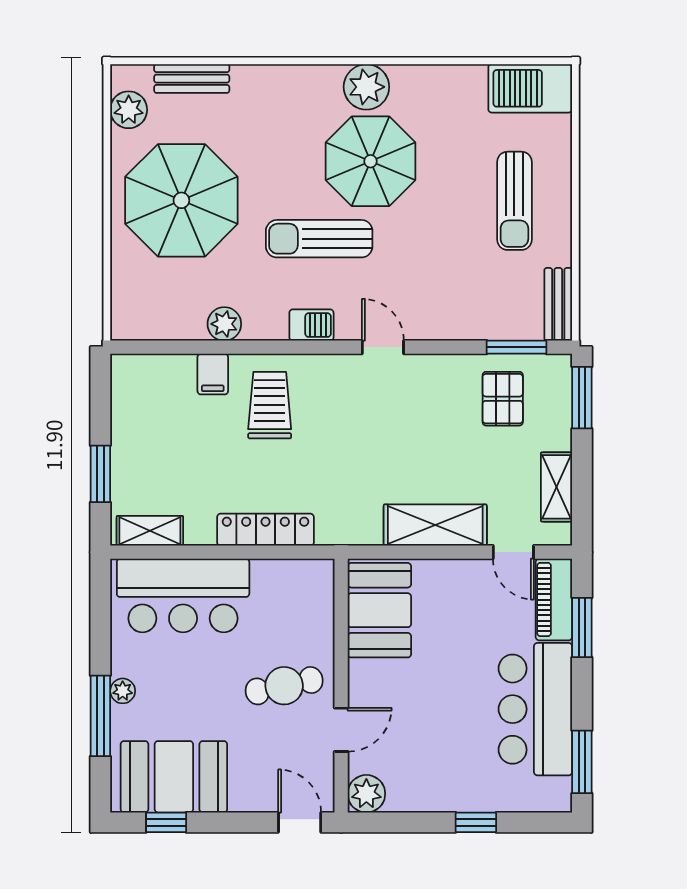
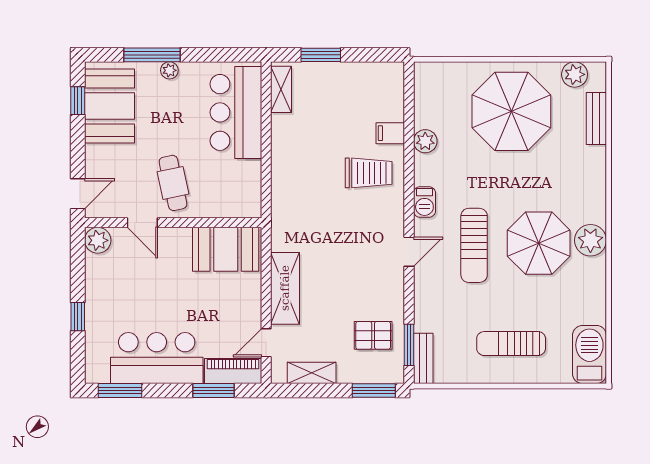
sun lounger: (319, 239) -> (474, 245), moved, turned 180
bench: (558, 304) -> (423, 358), moved, turned 90
locker: (265, 530) -> (282, 170), removed

